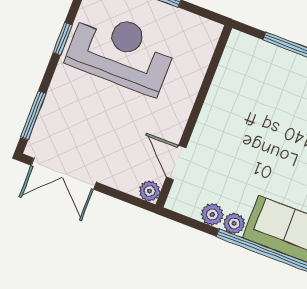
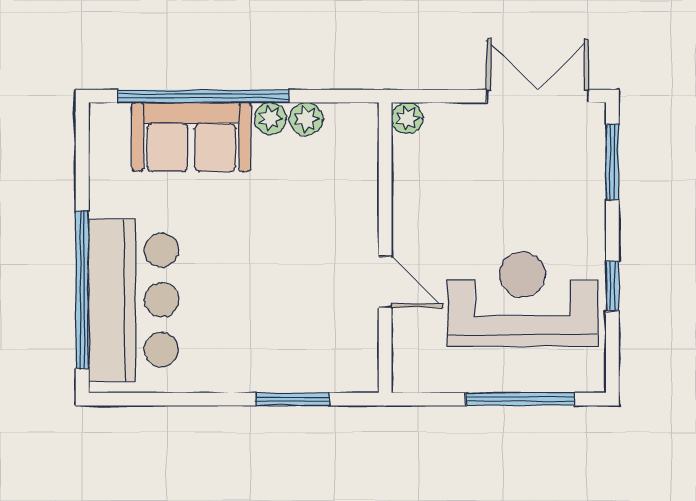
reception desk: (121, 52) -> (522, 299), turned 180
door: (176, 163) -> (385, 282), moved

